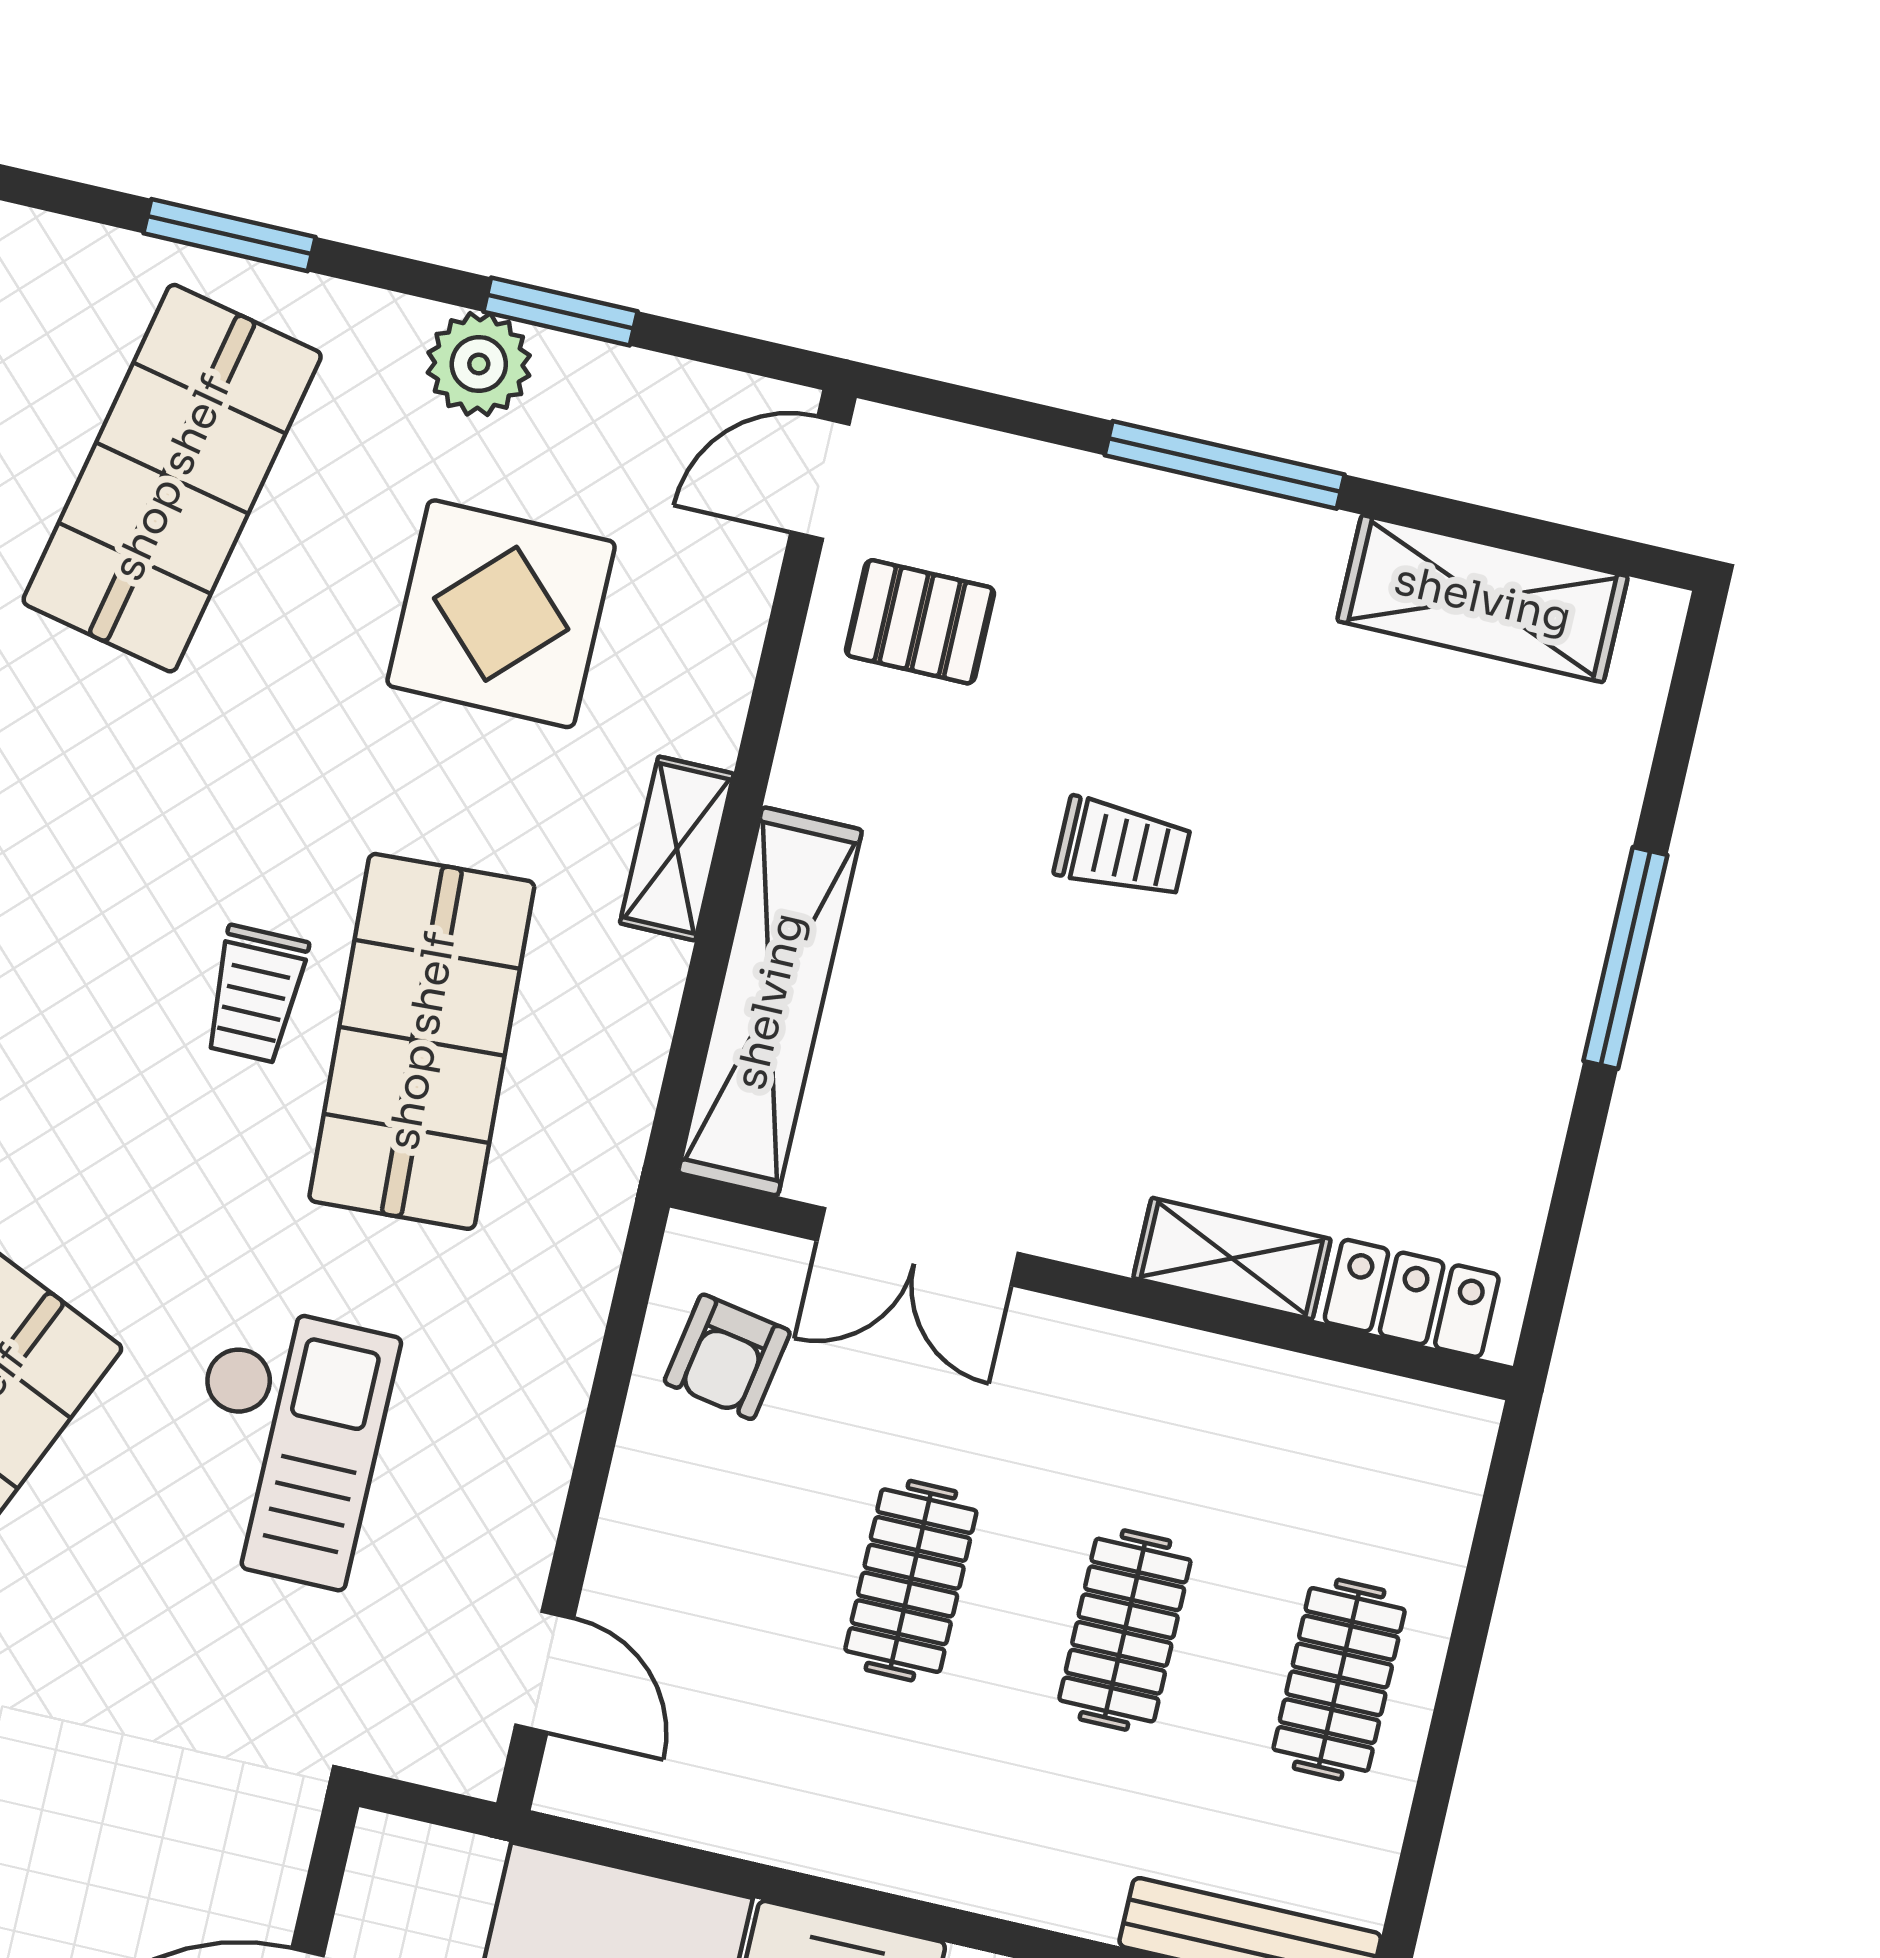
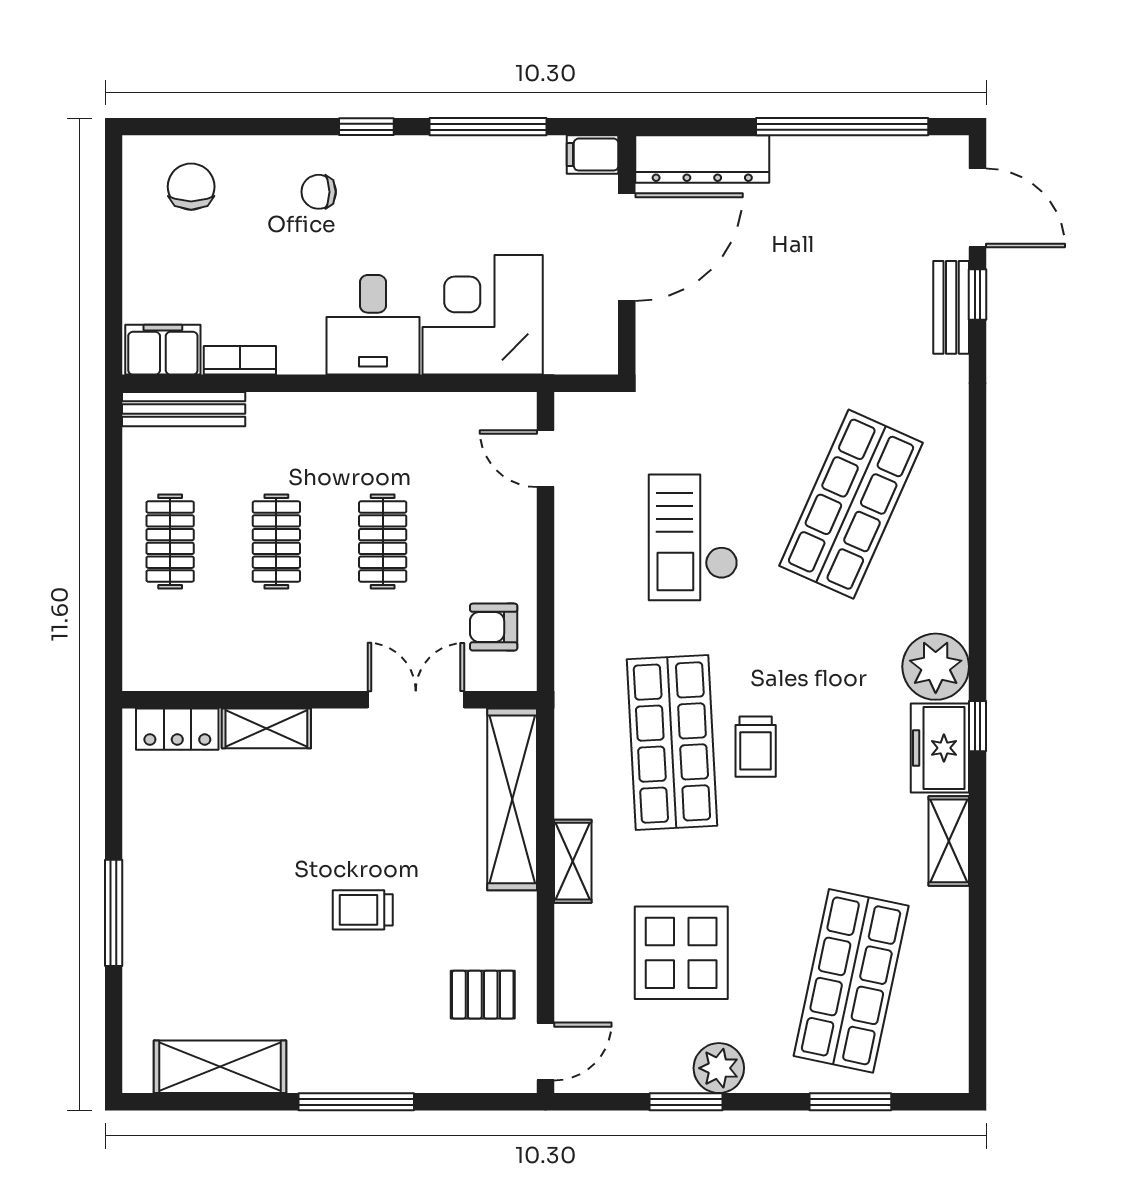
trolley: (256, 994) -> (756, 747), turned 180
armchair: (727, 1357) -> (494, 627), turned -100

